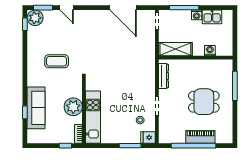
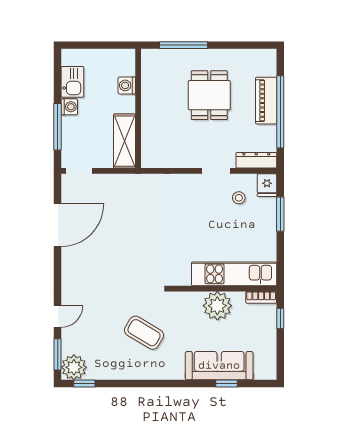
coffee table: (57, 61) -> (144, 333), turned -59
dresser: (163, 76) -> (256, 160), moved

